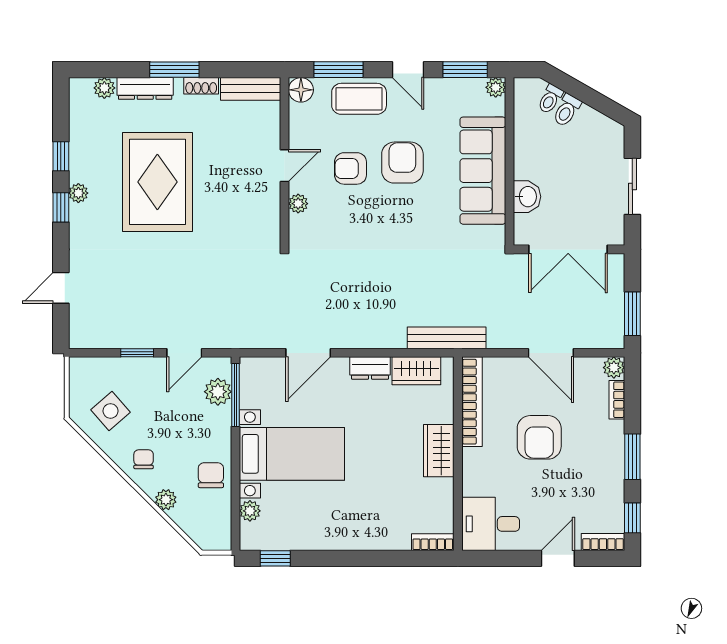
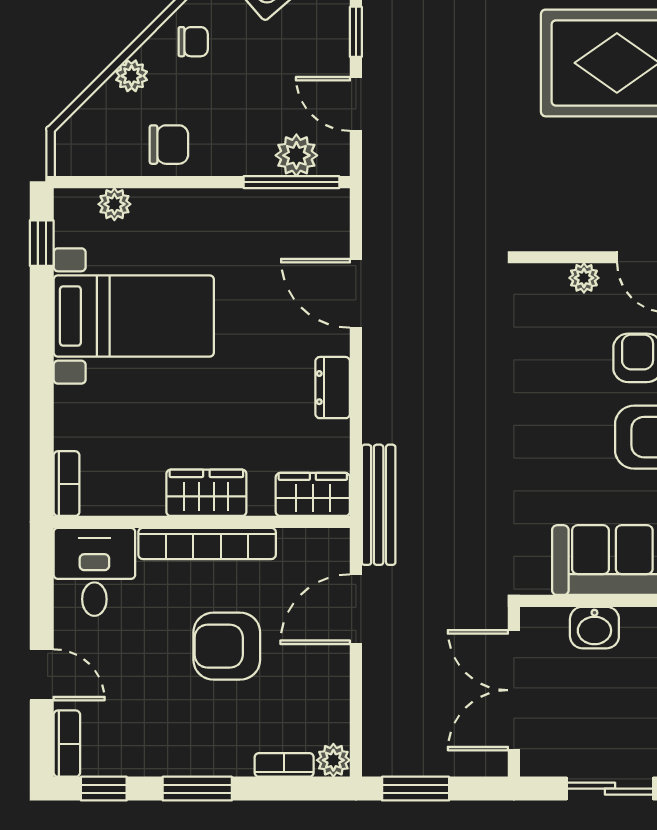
door: (551, 353) -> (356, 609), moved
wardrobe: (416, 371) -> (313, 494), moved, turned 90
bookcase: (472, 402) -> (207, 543), moved
bed with nightstands: (292, 454) -> (134, 316), moved, turned -90

